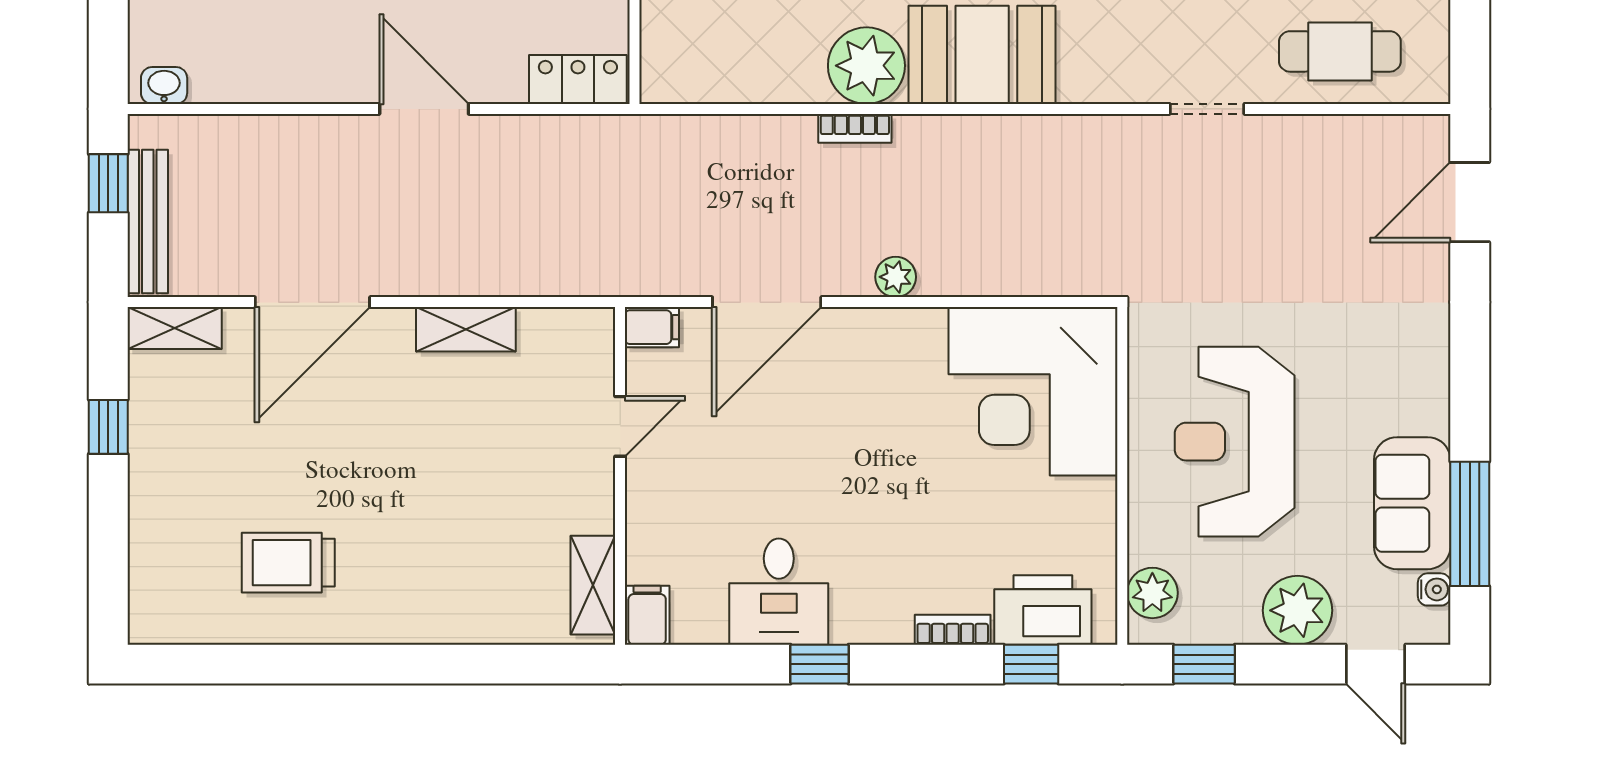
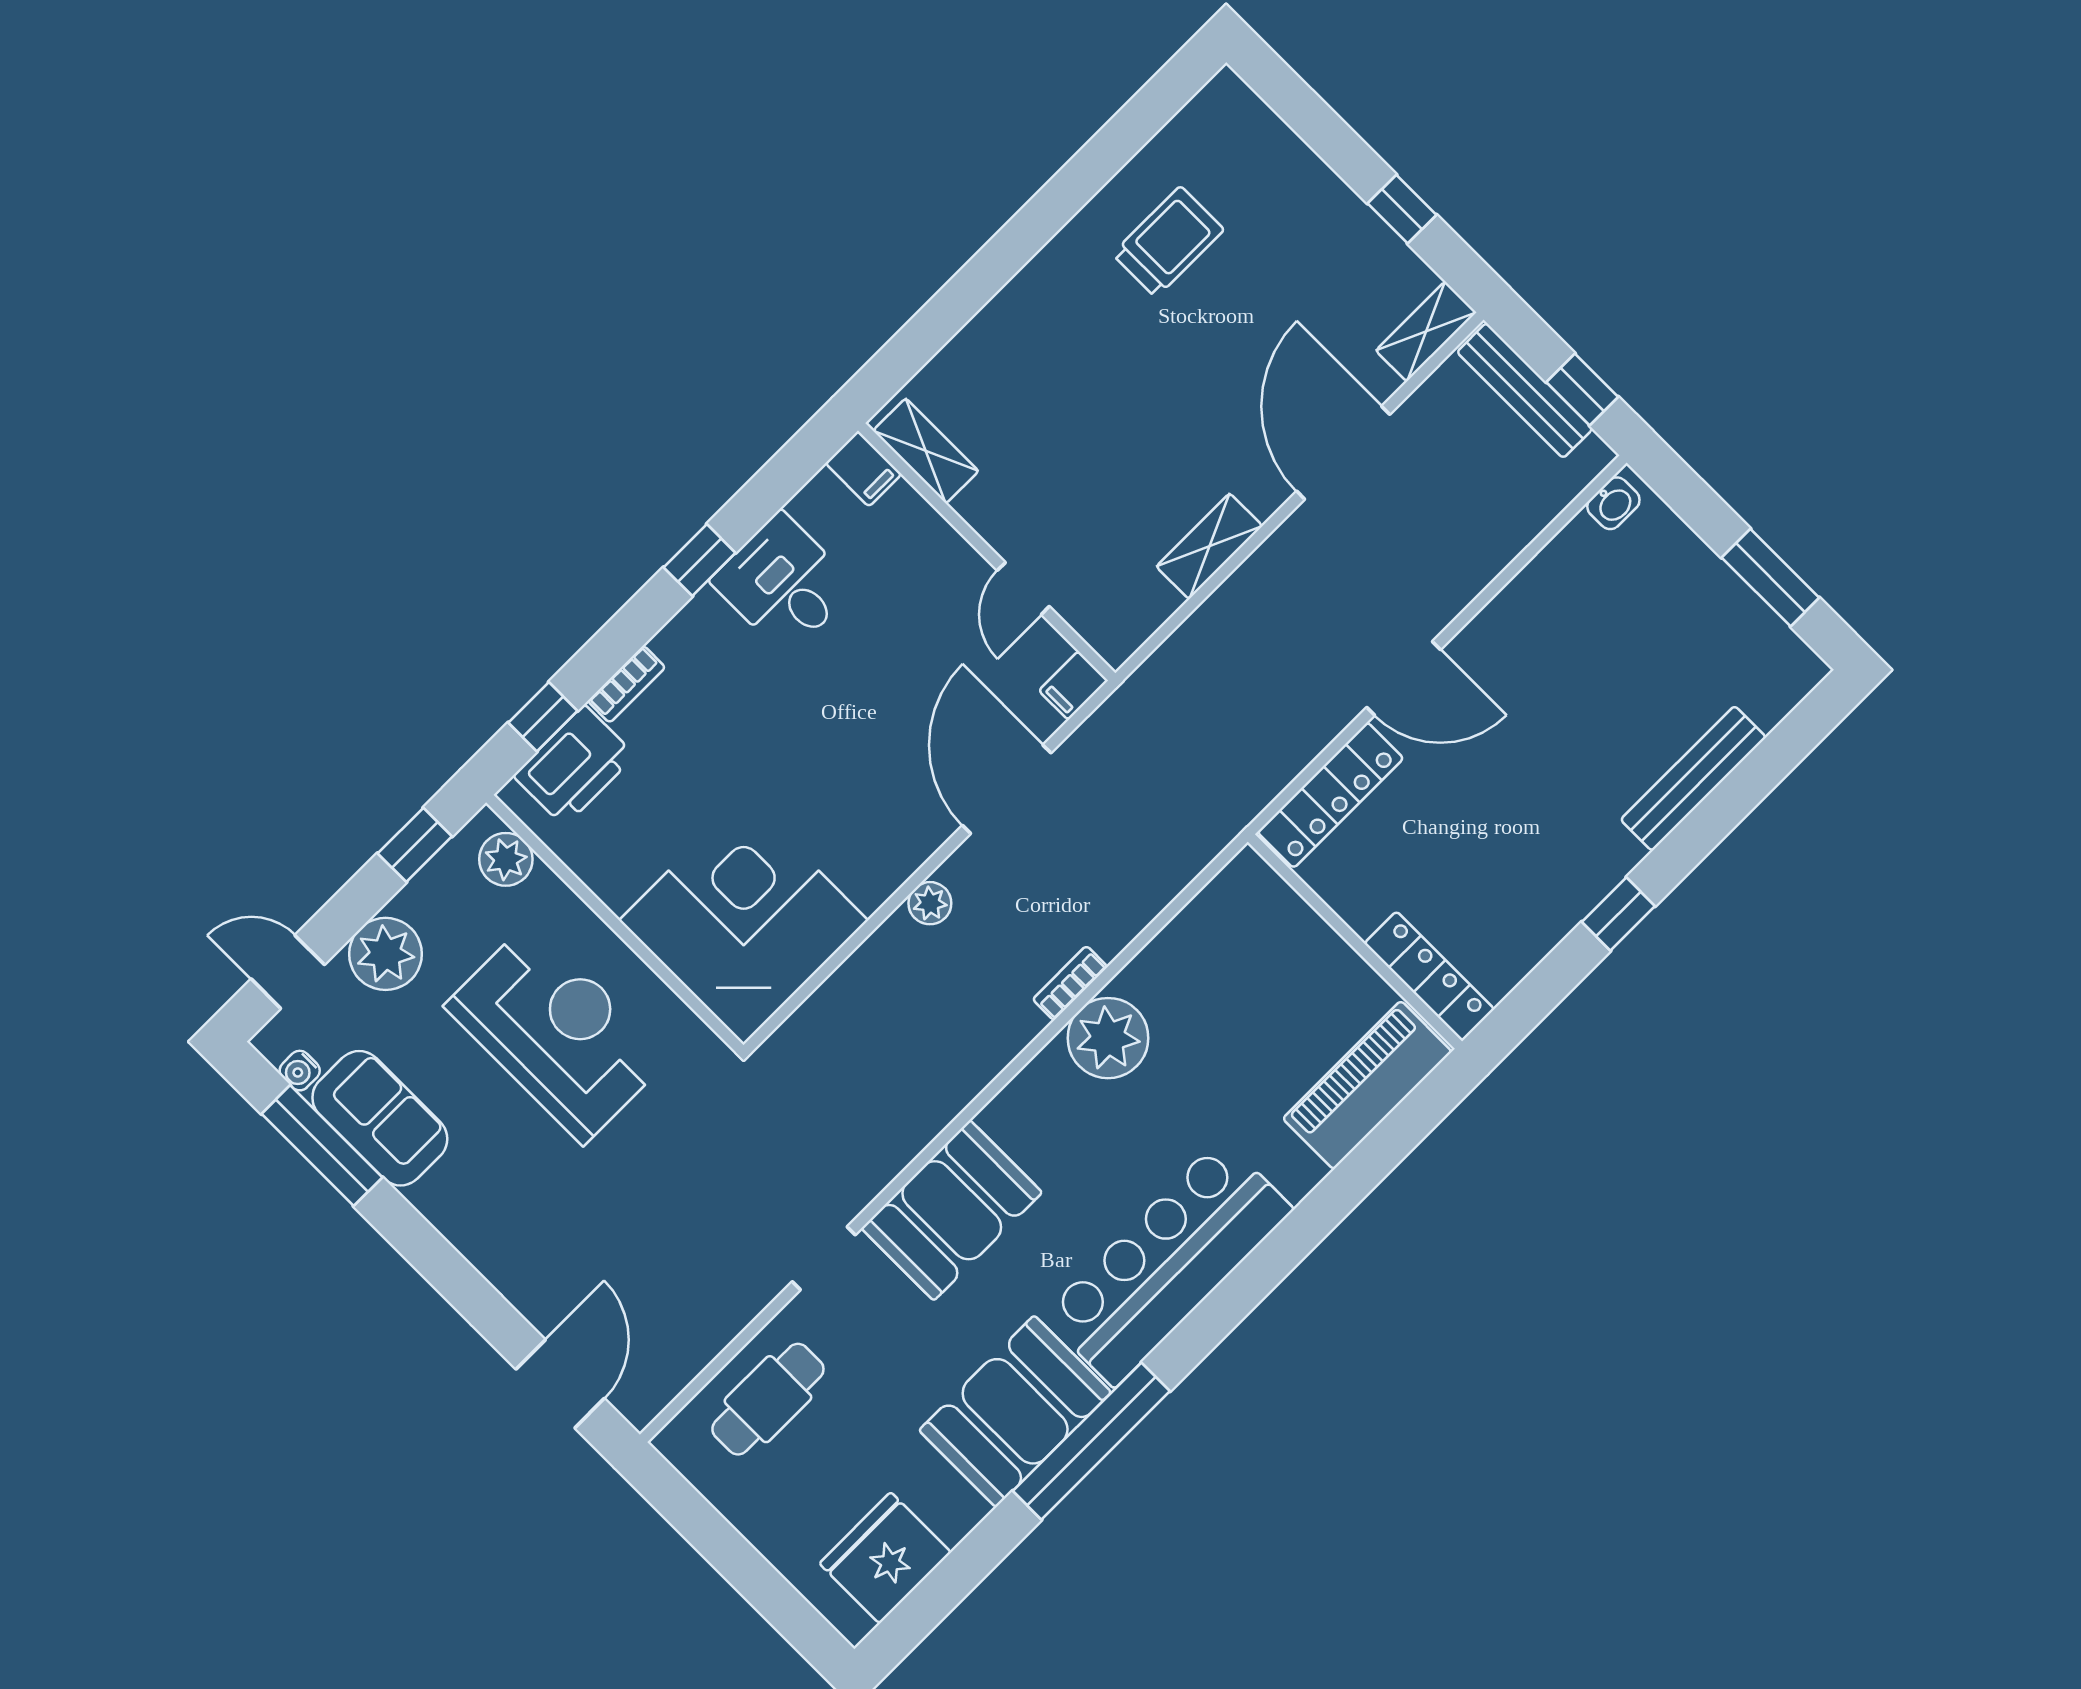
booth: (982, 55) -> (952, 1210), moved
locker: (578, 79) -> (1330, 795), width x1.53

